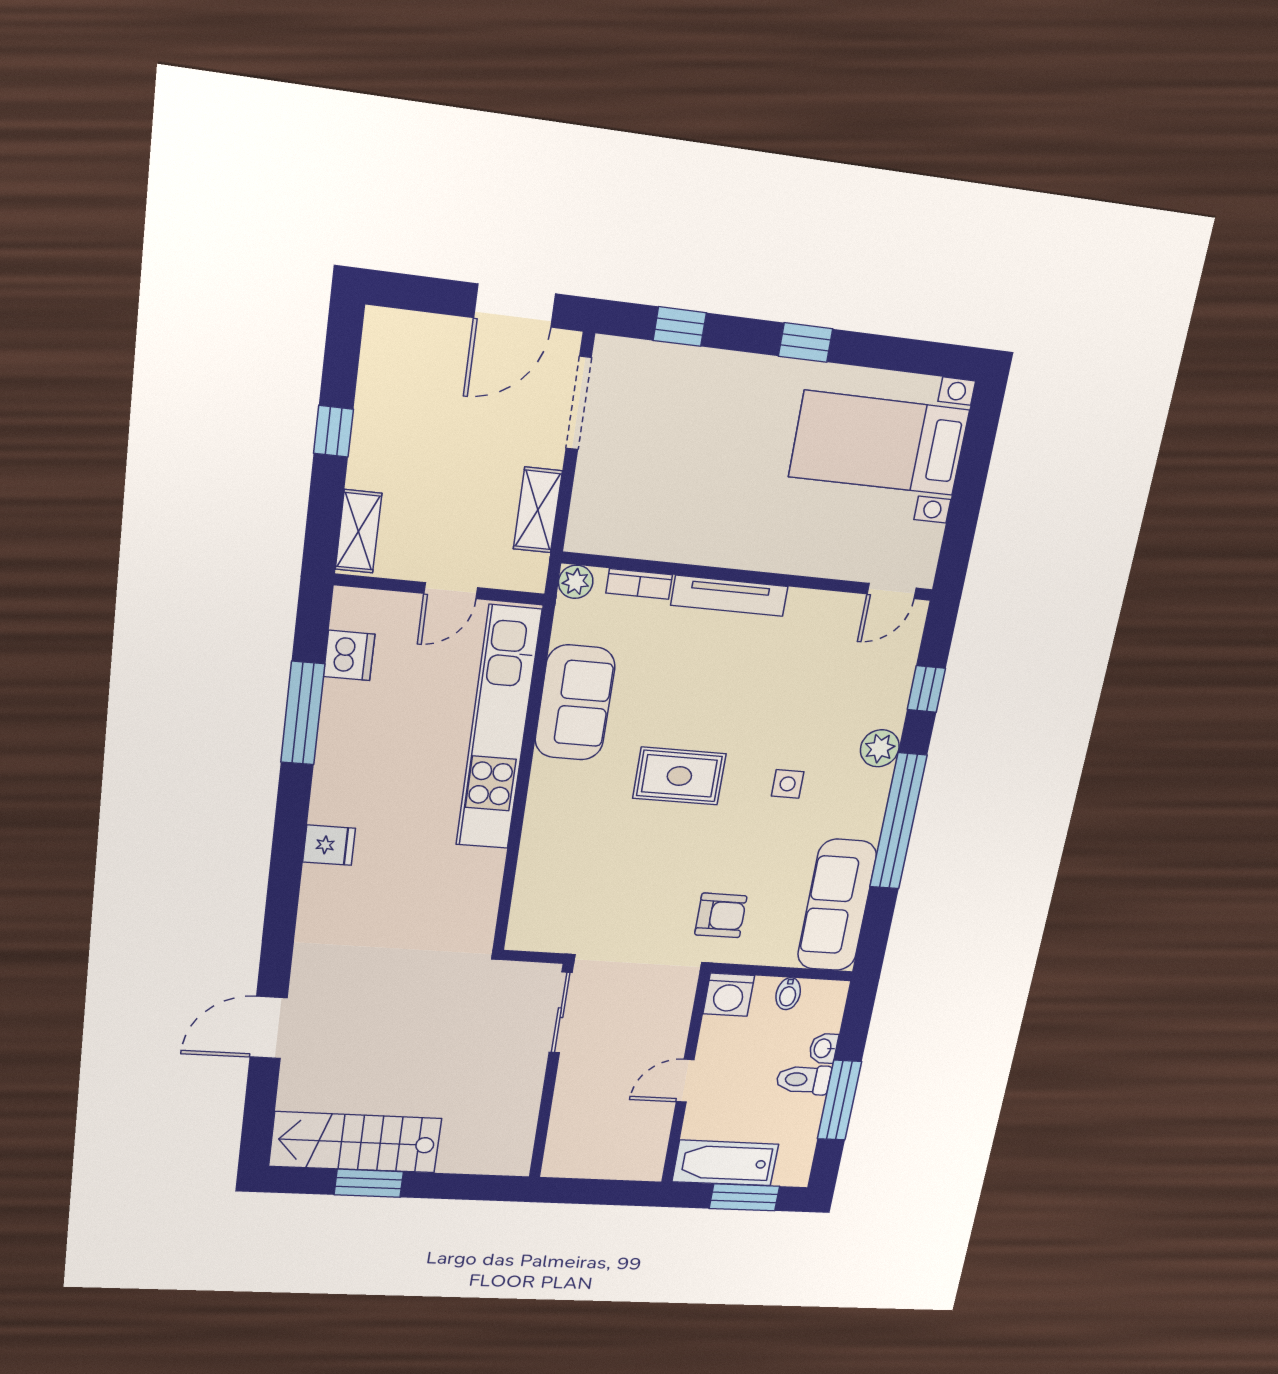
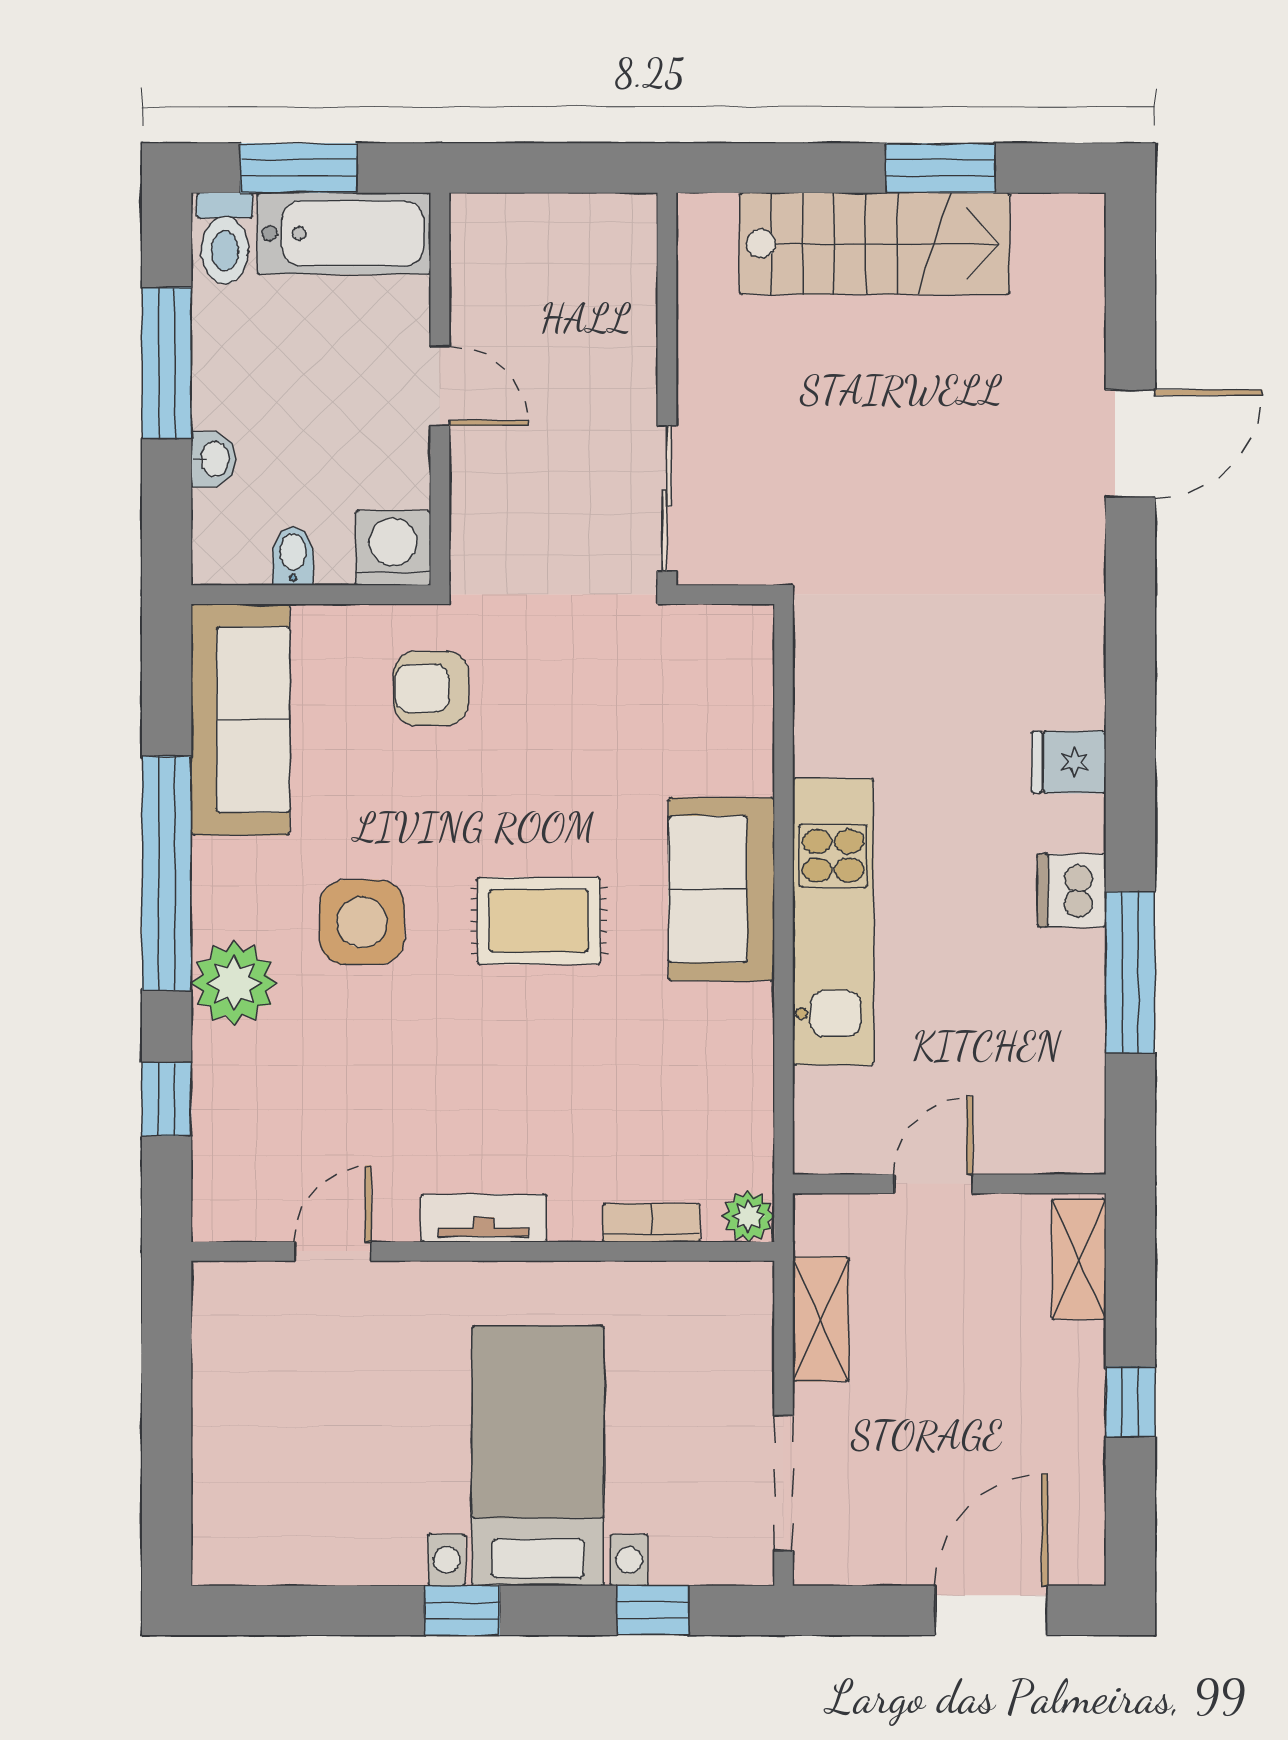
door: (515, 306) -> (991, 1610), moved
bed with nightstands: (879, 443) -> (538, 1456), moved, turned -90
door: (892, 591) -> (333, 1251), moved
tv unit: (729, 596) -> (484, 1218), width x0.71
dishwasher: (349, 655) -> (1072, 890), moved
sofa: (575, 703) -> (721, 889), moved
kitchen unit: (498, 729) -> (833, 922), width x0.73
plant: (880, 748) -> (234, 983), width x1.36, depth x1.36
side table: (788, 784) -> (362, 922), width x1.87, depth x1.87
toilet: (803, 1080) -> (225, 238), moved, turned 90
door: (685, 1081) -> (440, 386), hinge flipped
stairs: (355, 1142) -> (875, 244), moved

